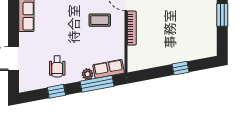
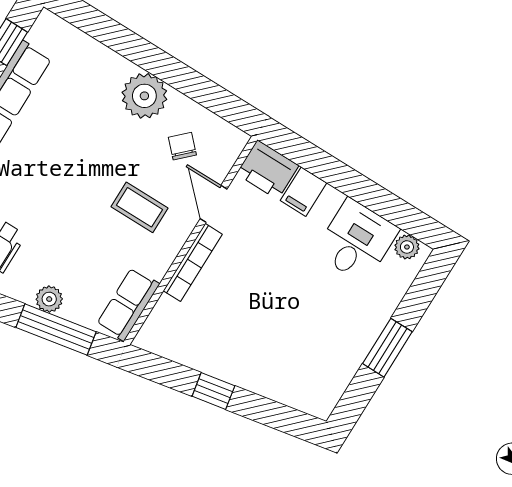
window: (181, 68) -> (213, 391), moved
row of seats: (109, 69) -> (128, 304), moved, turned -79

